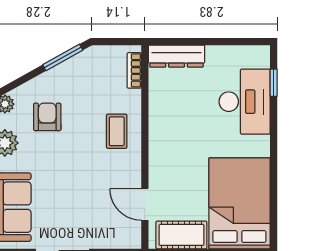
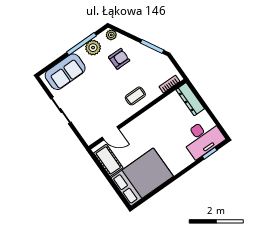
desk: (245, 102) -> (203, 138), moved
door: (145, 204) -> (110, 133), swing flipped

